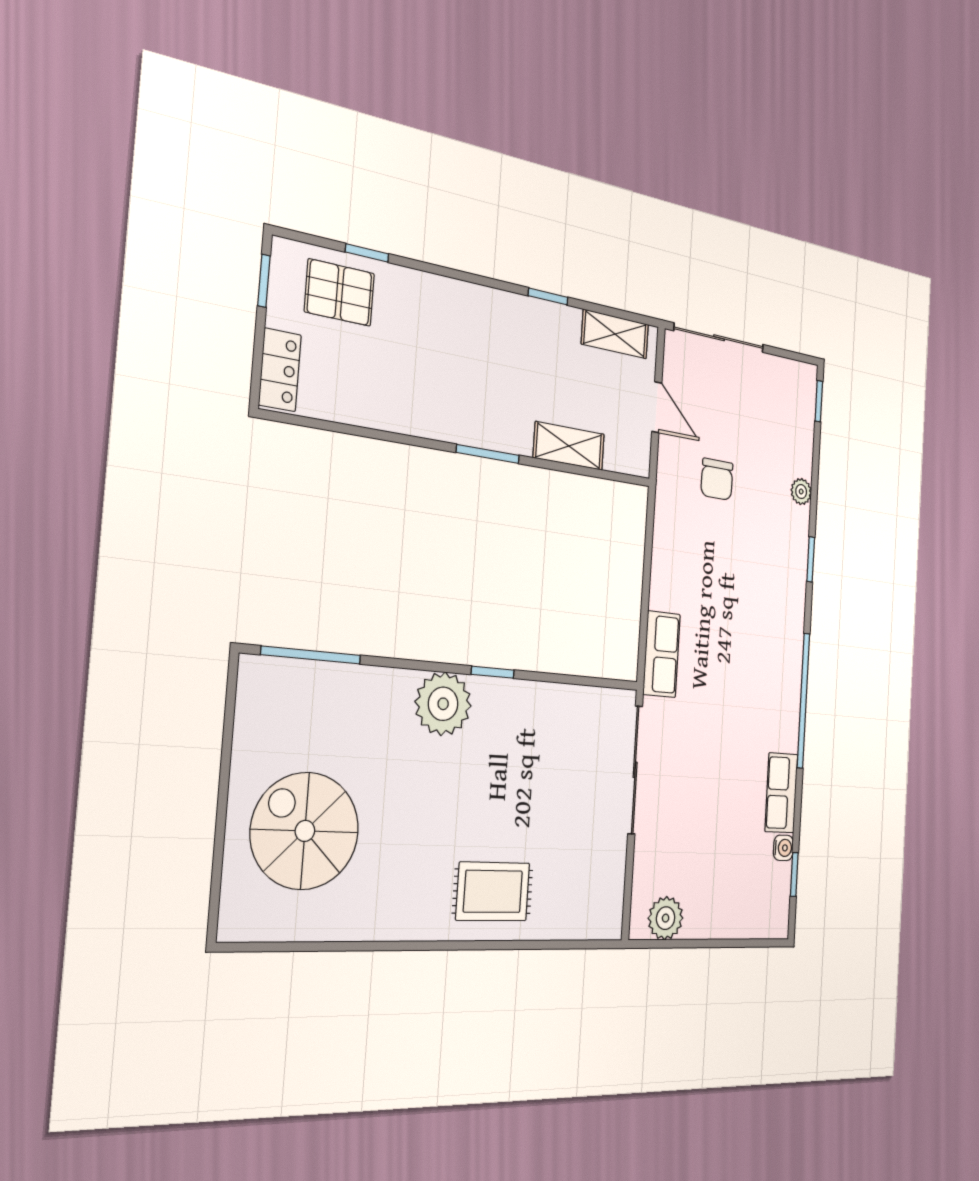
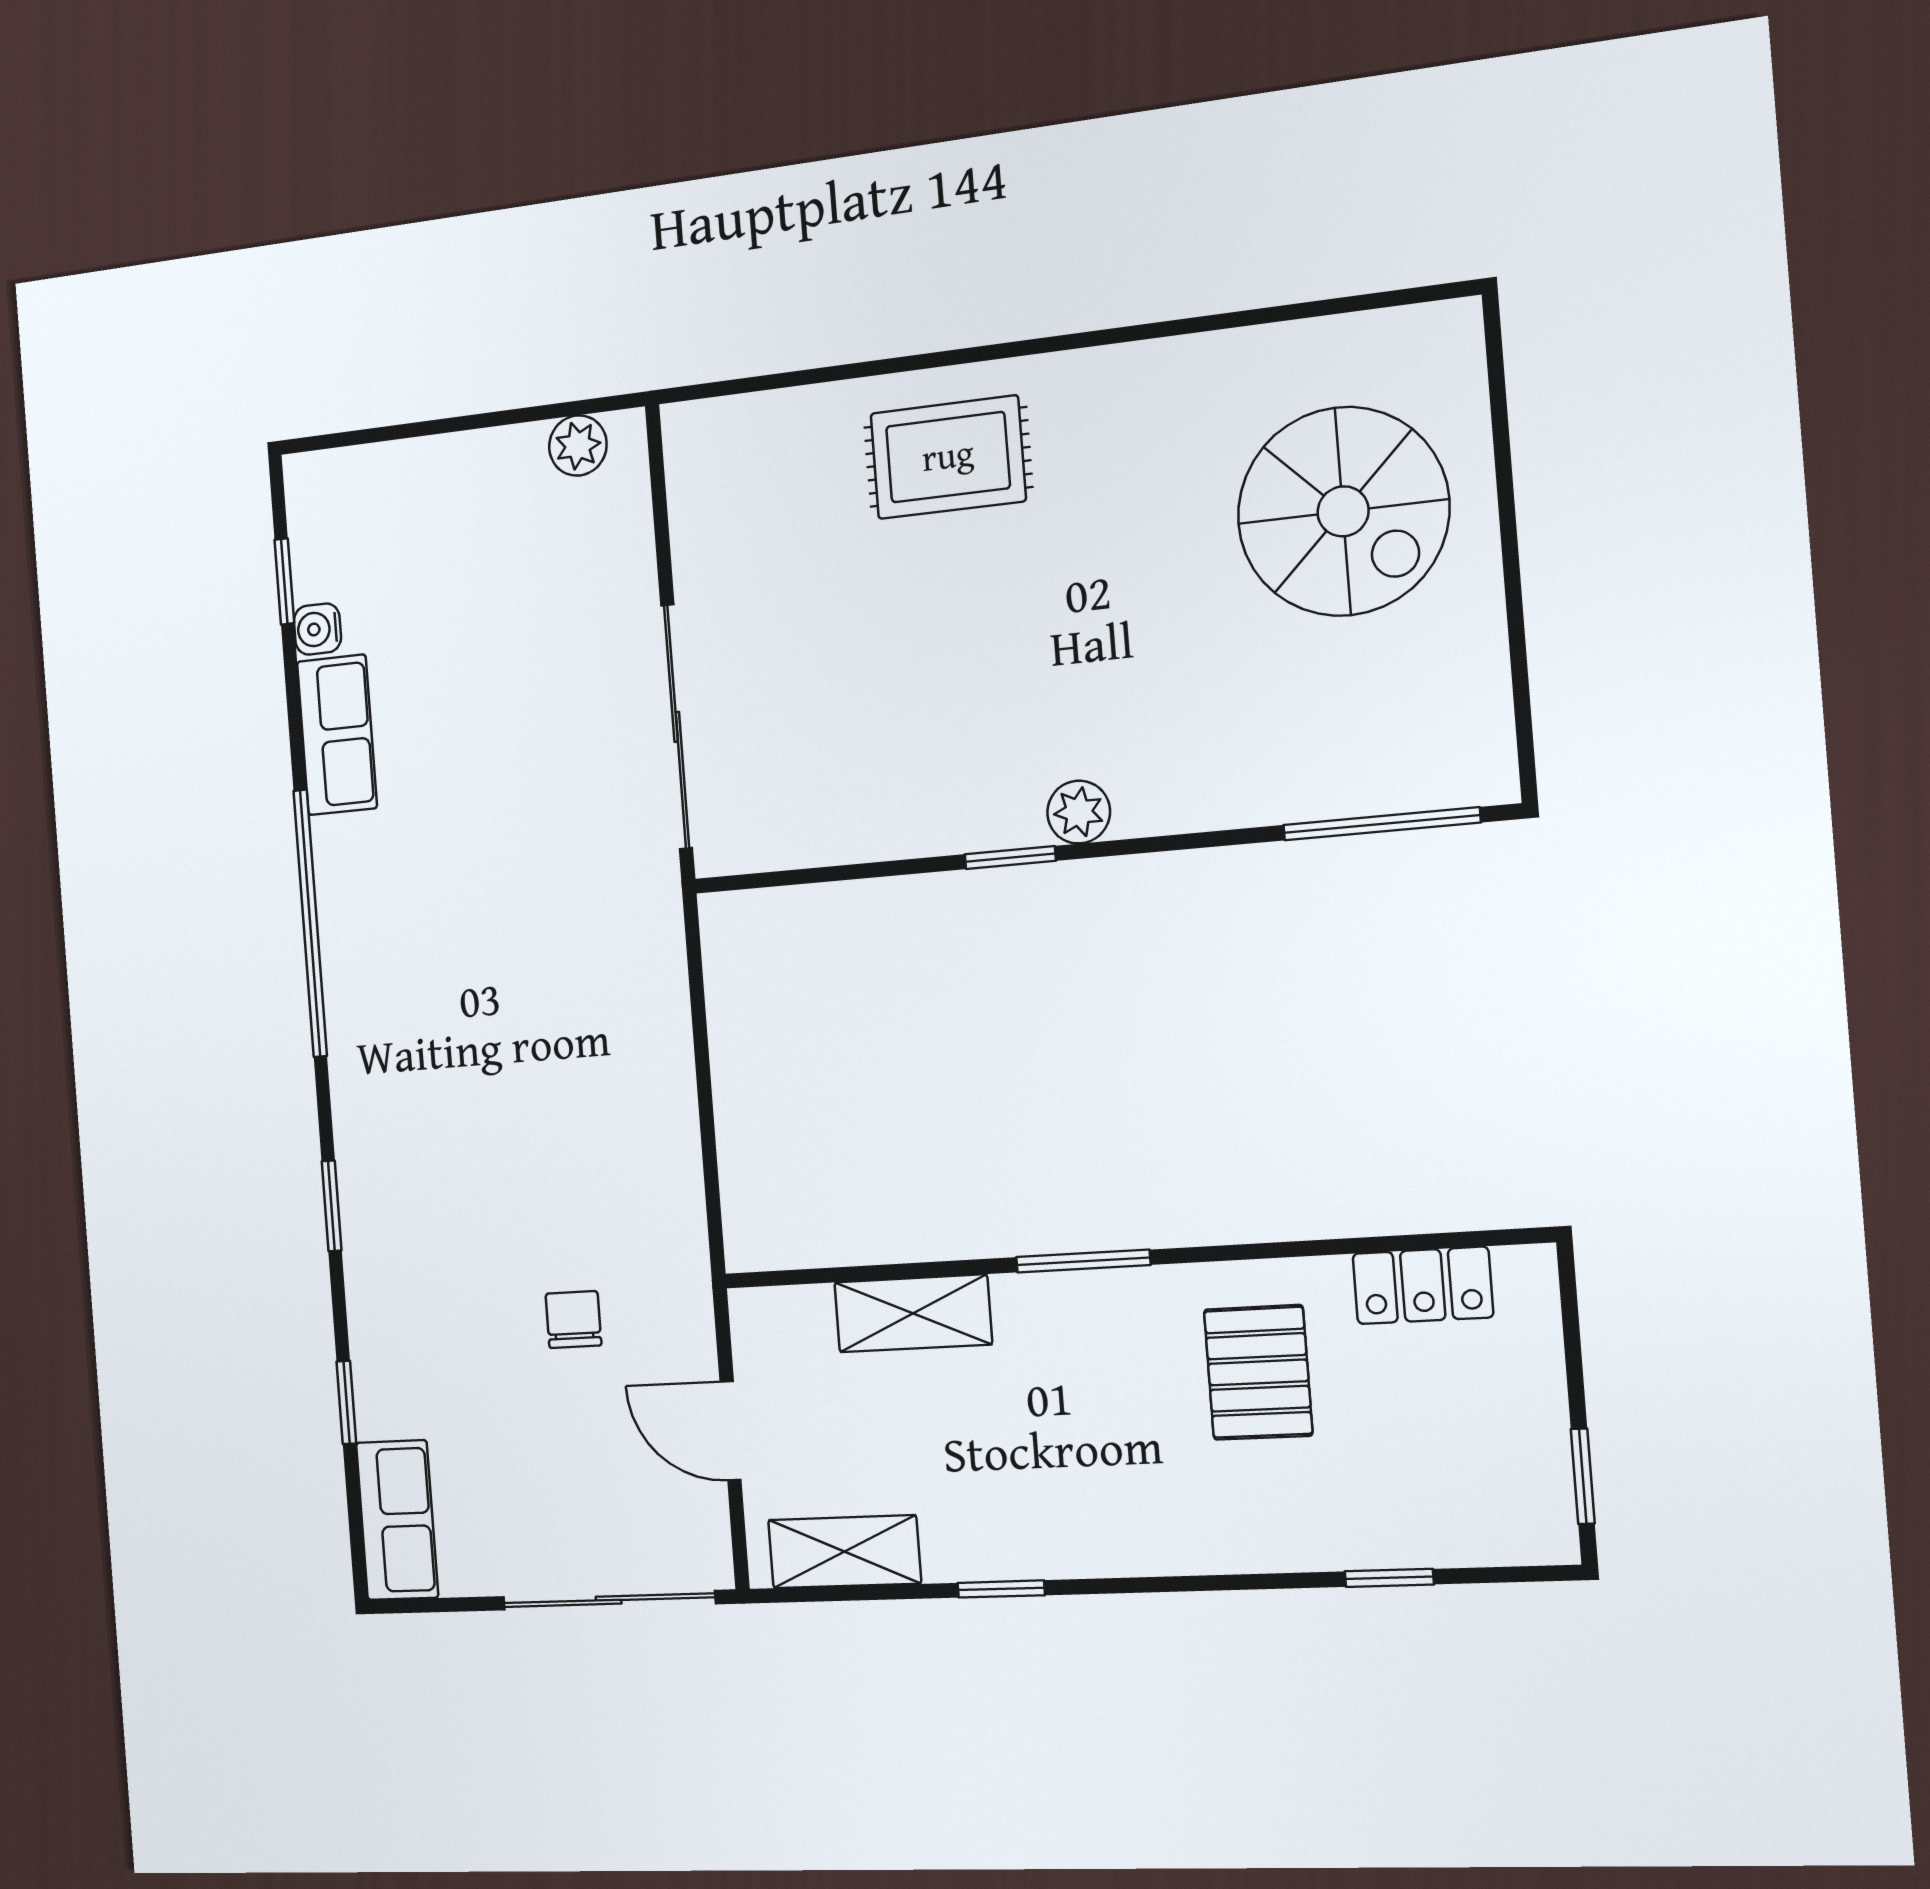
pallet: (340, 293) -> (1258, 1372), moved, turned 90
locker: (280, 370) -> (1423, 1285), moved, turned -90
window: (819, 401) -> (346, 1402), moved
chair: (717, 479) -> (573, 1319), width x0.73, depth x0.73
plant: (801, 492) -> (373, 1336), removed
row of seats: (662, 654) -> (397, 1520), moved, turned 180
plant: (443, 704) -> (1079, 812), width x0.53, depth x0.53
plant: (666, 918) -> (578, 446), width x0.73, depth x0.73

